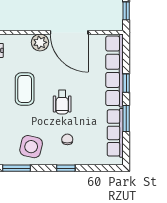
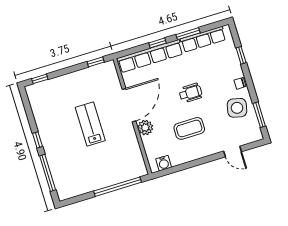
chair: (67, 139) -> (240, 83), moved
window: (66, 168) -> (241, 55), moved

